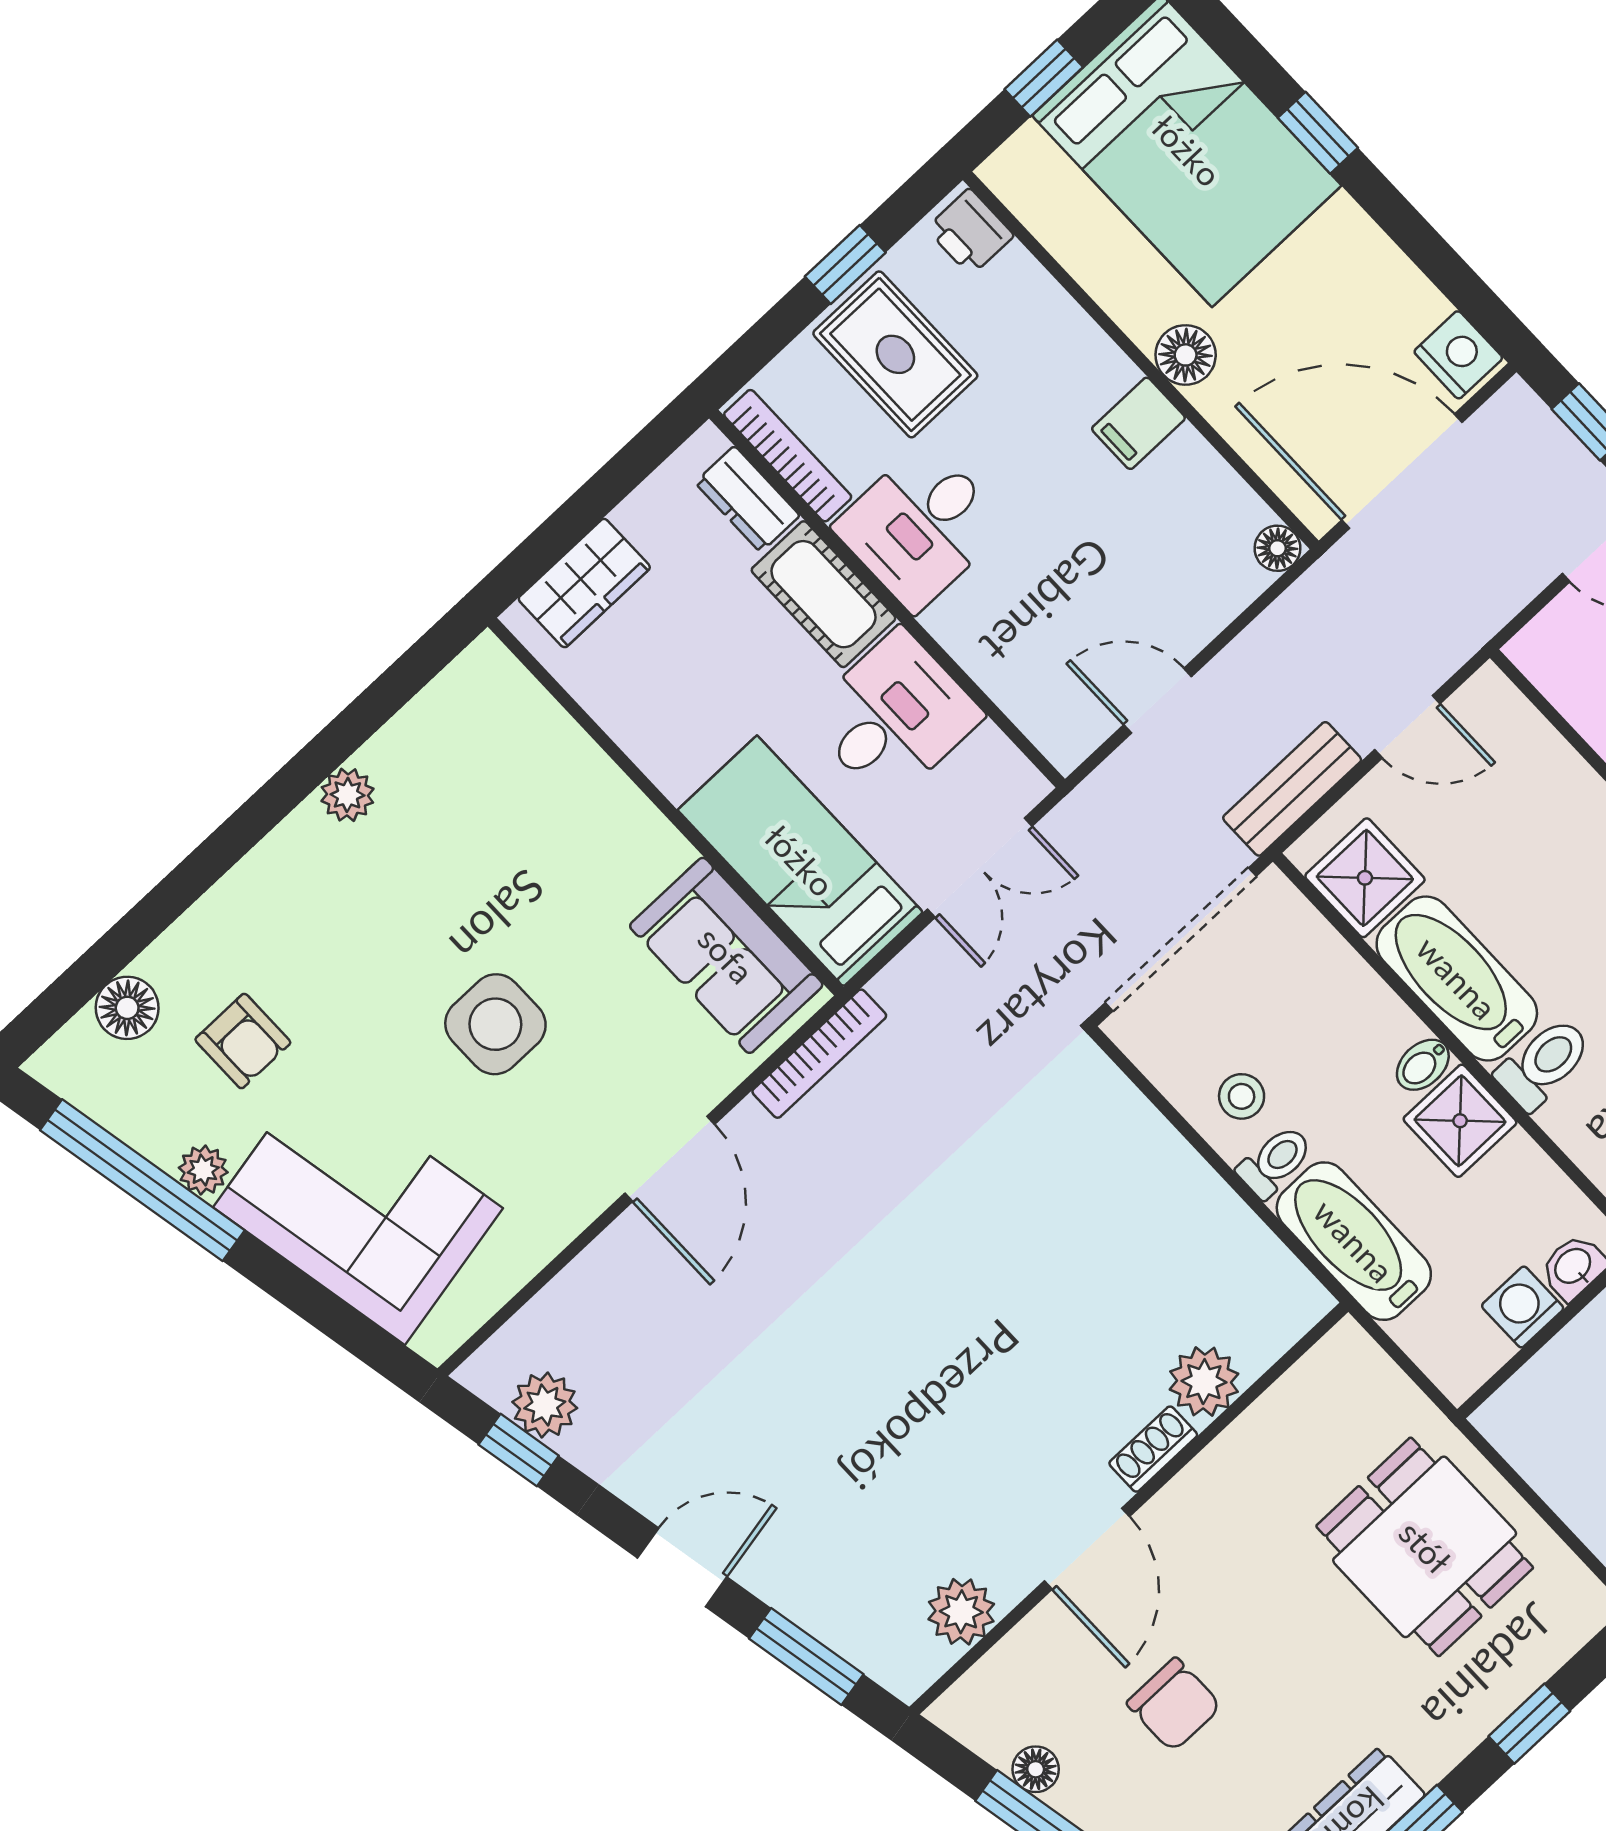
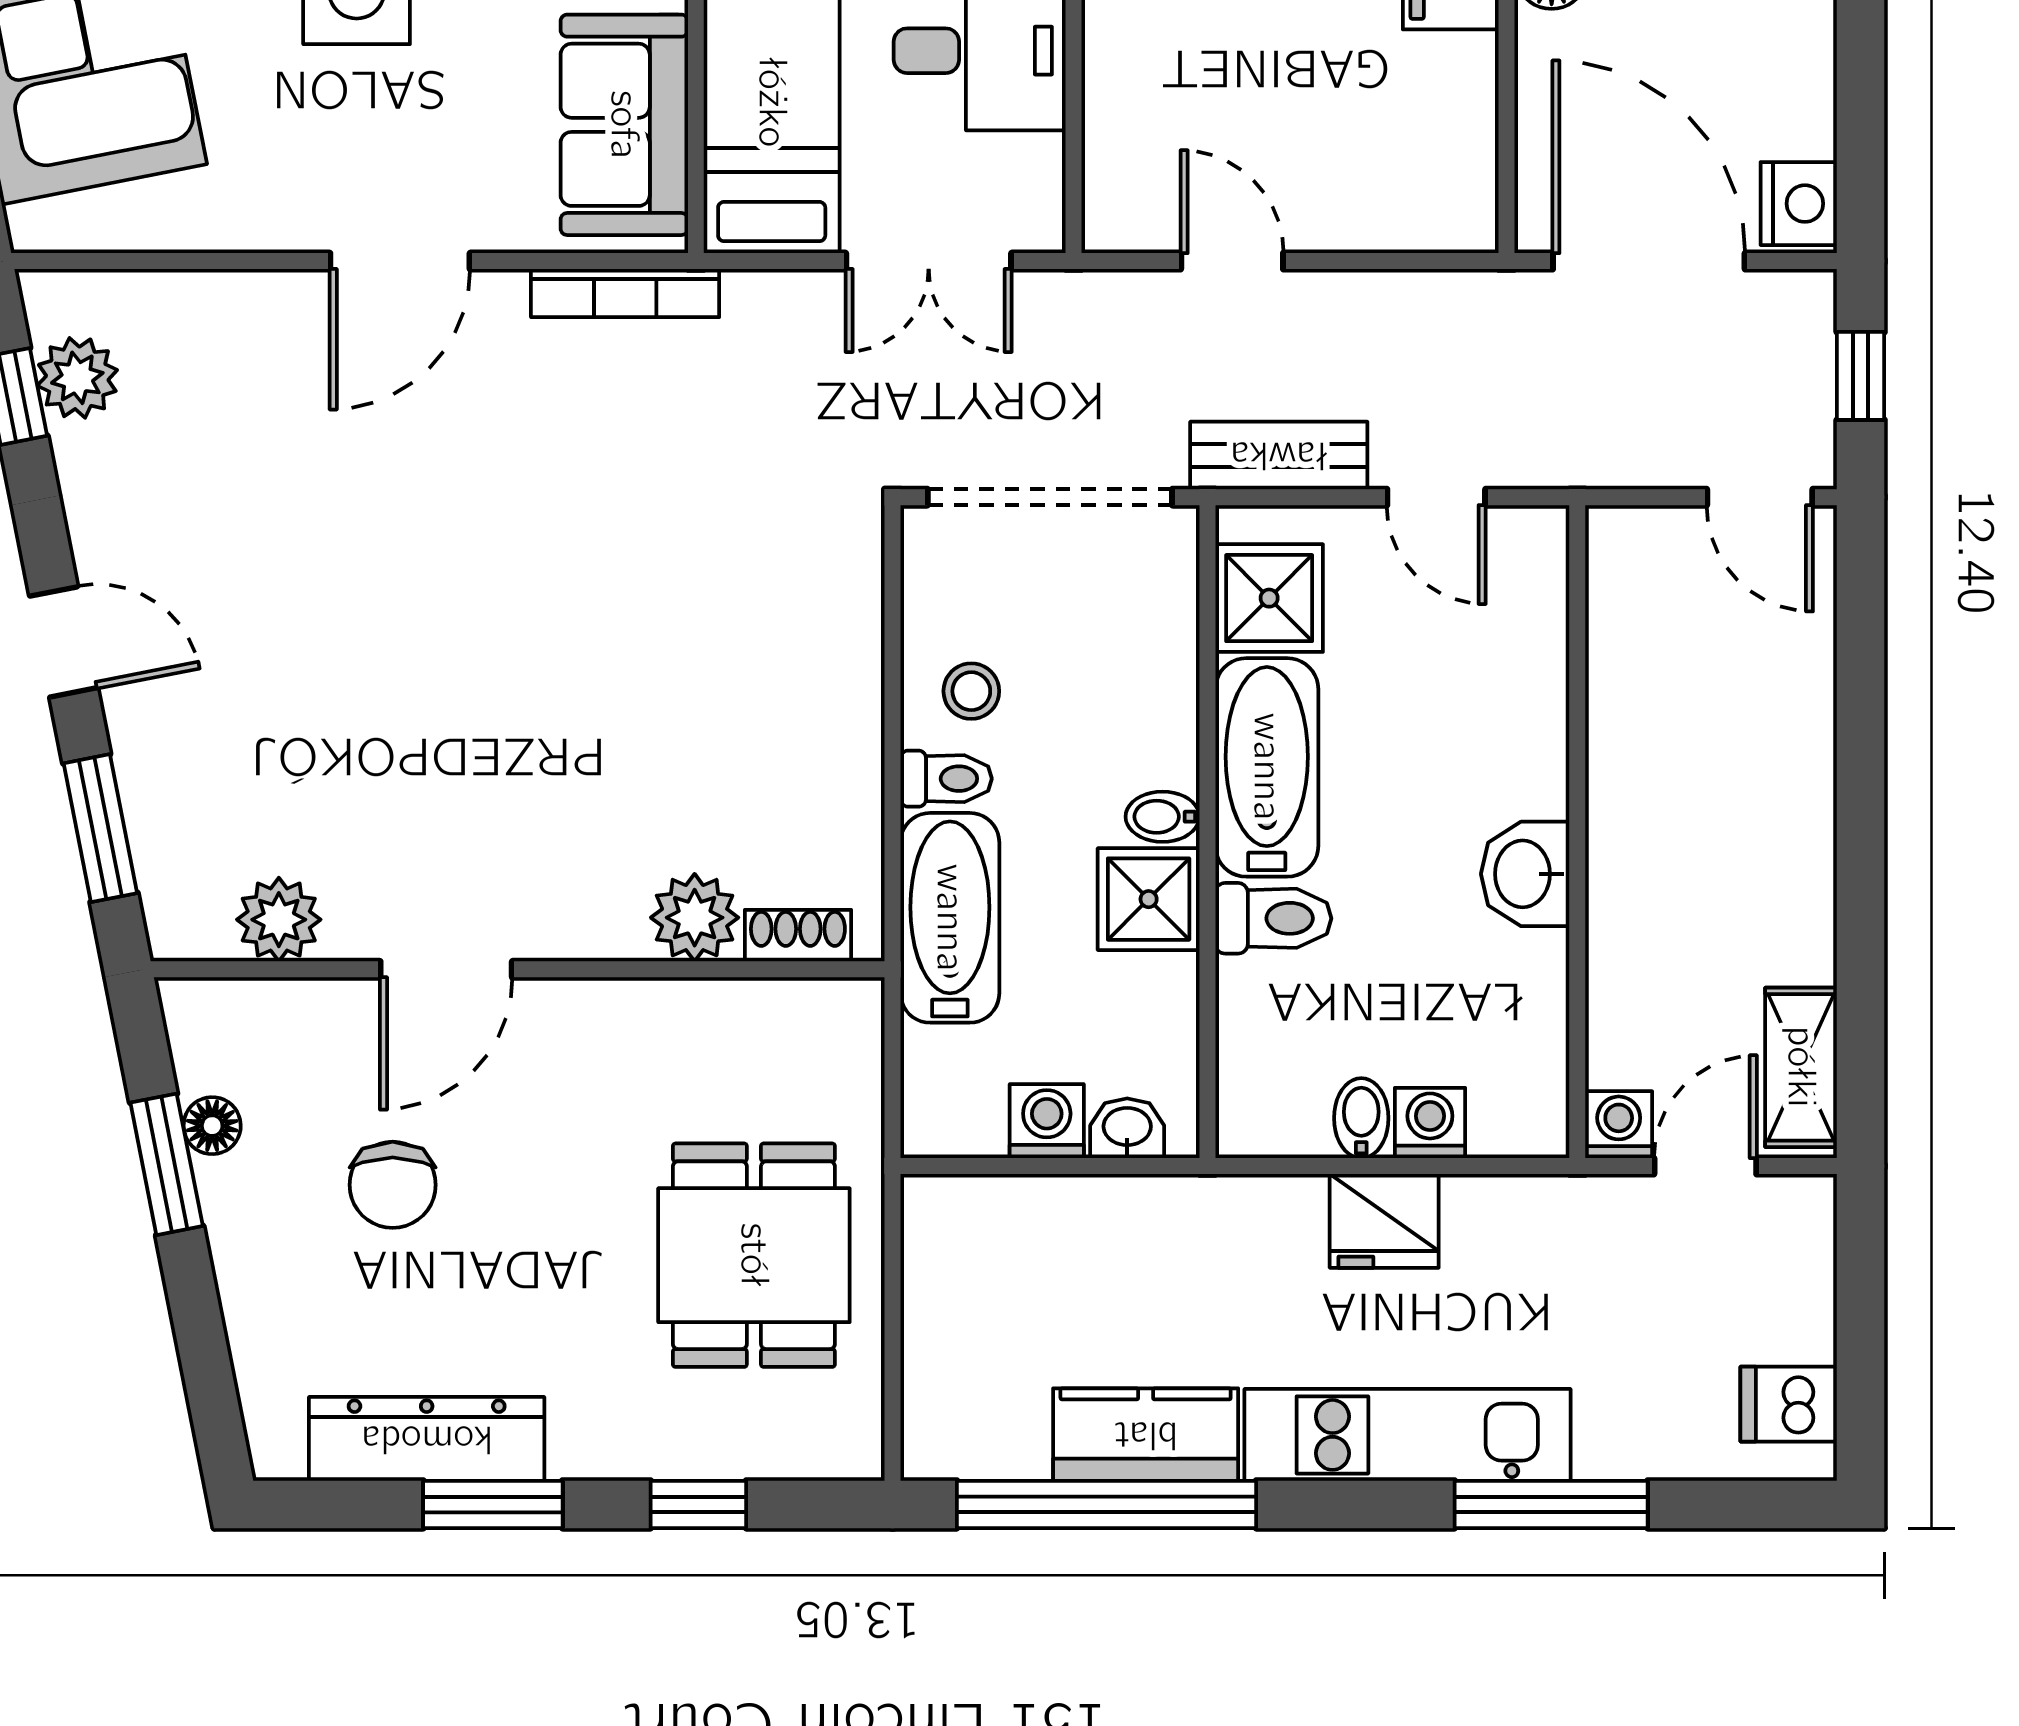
floor lamp: (1277, 548) -> (1470, 225), removed
shoe rack: (1153, 1449) -> (798, 936), moved

